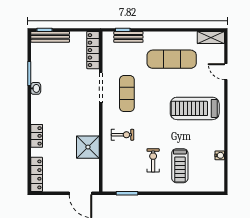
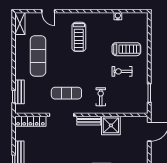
door: (226, 72) -> (48, 11), hinge flipped
treadmill: (195, 108) -> (79, 37), width x0.73, depth x0.73
bench: (94, 120) -> (89, 121), added

